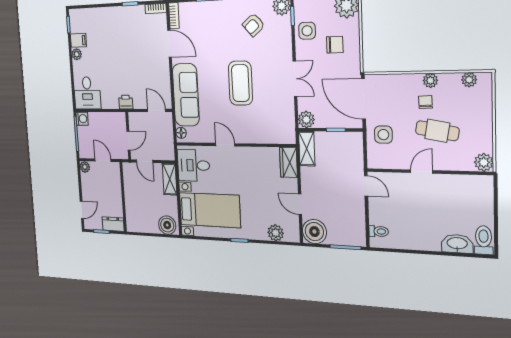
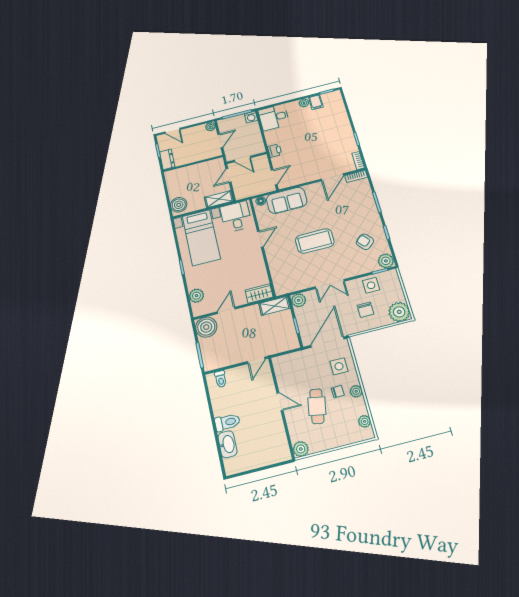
sofa: (186, 95) -> (287, 200), width x0.73
side table: (383, 135) -> (339, 366), moved
toilet: (484, 240) -> (227, 422), moved

